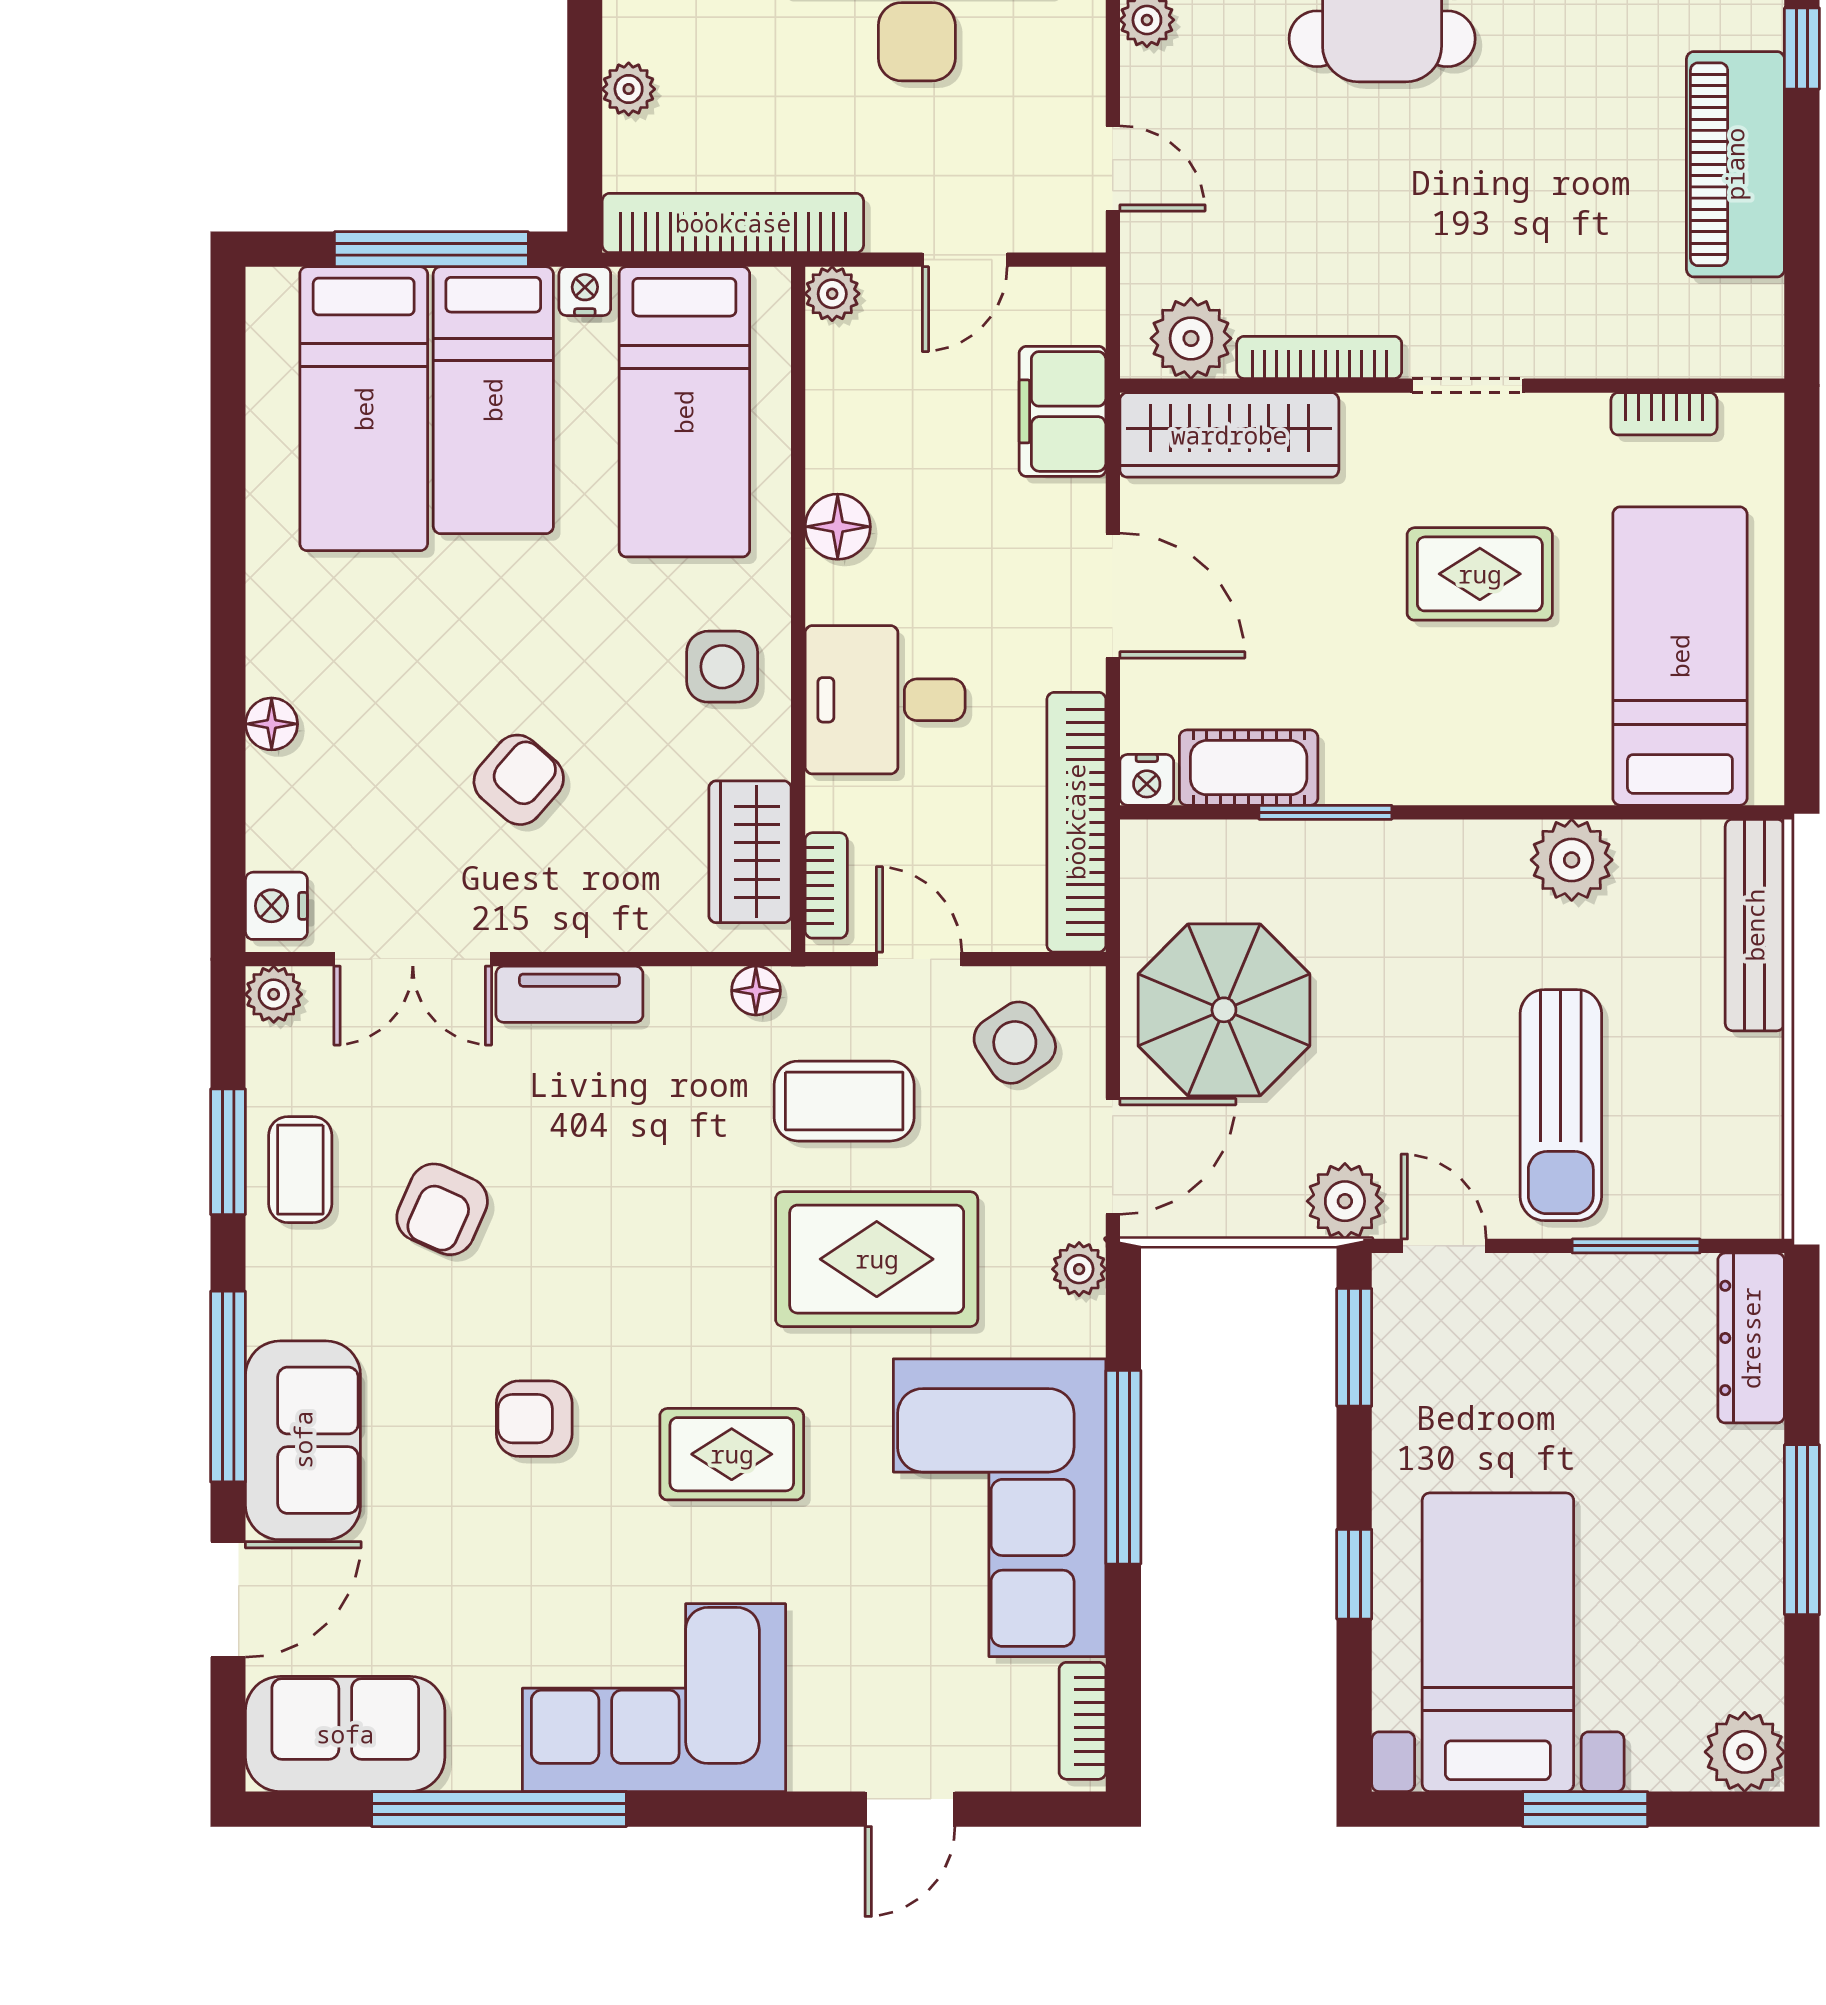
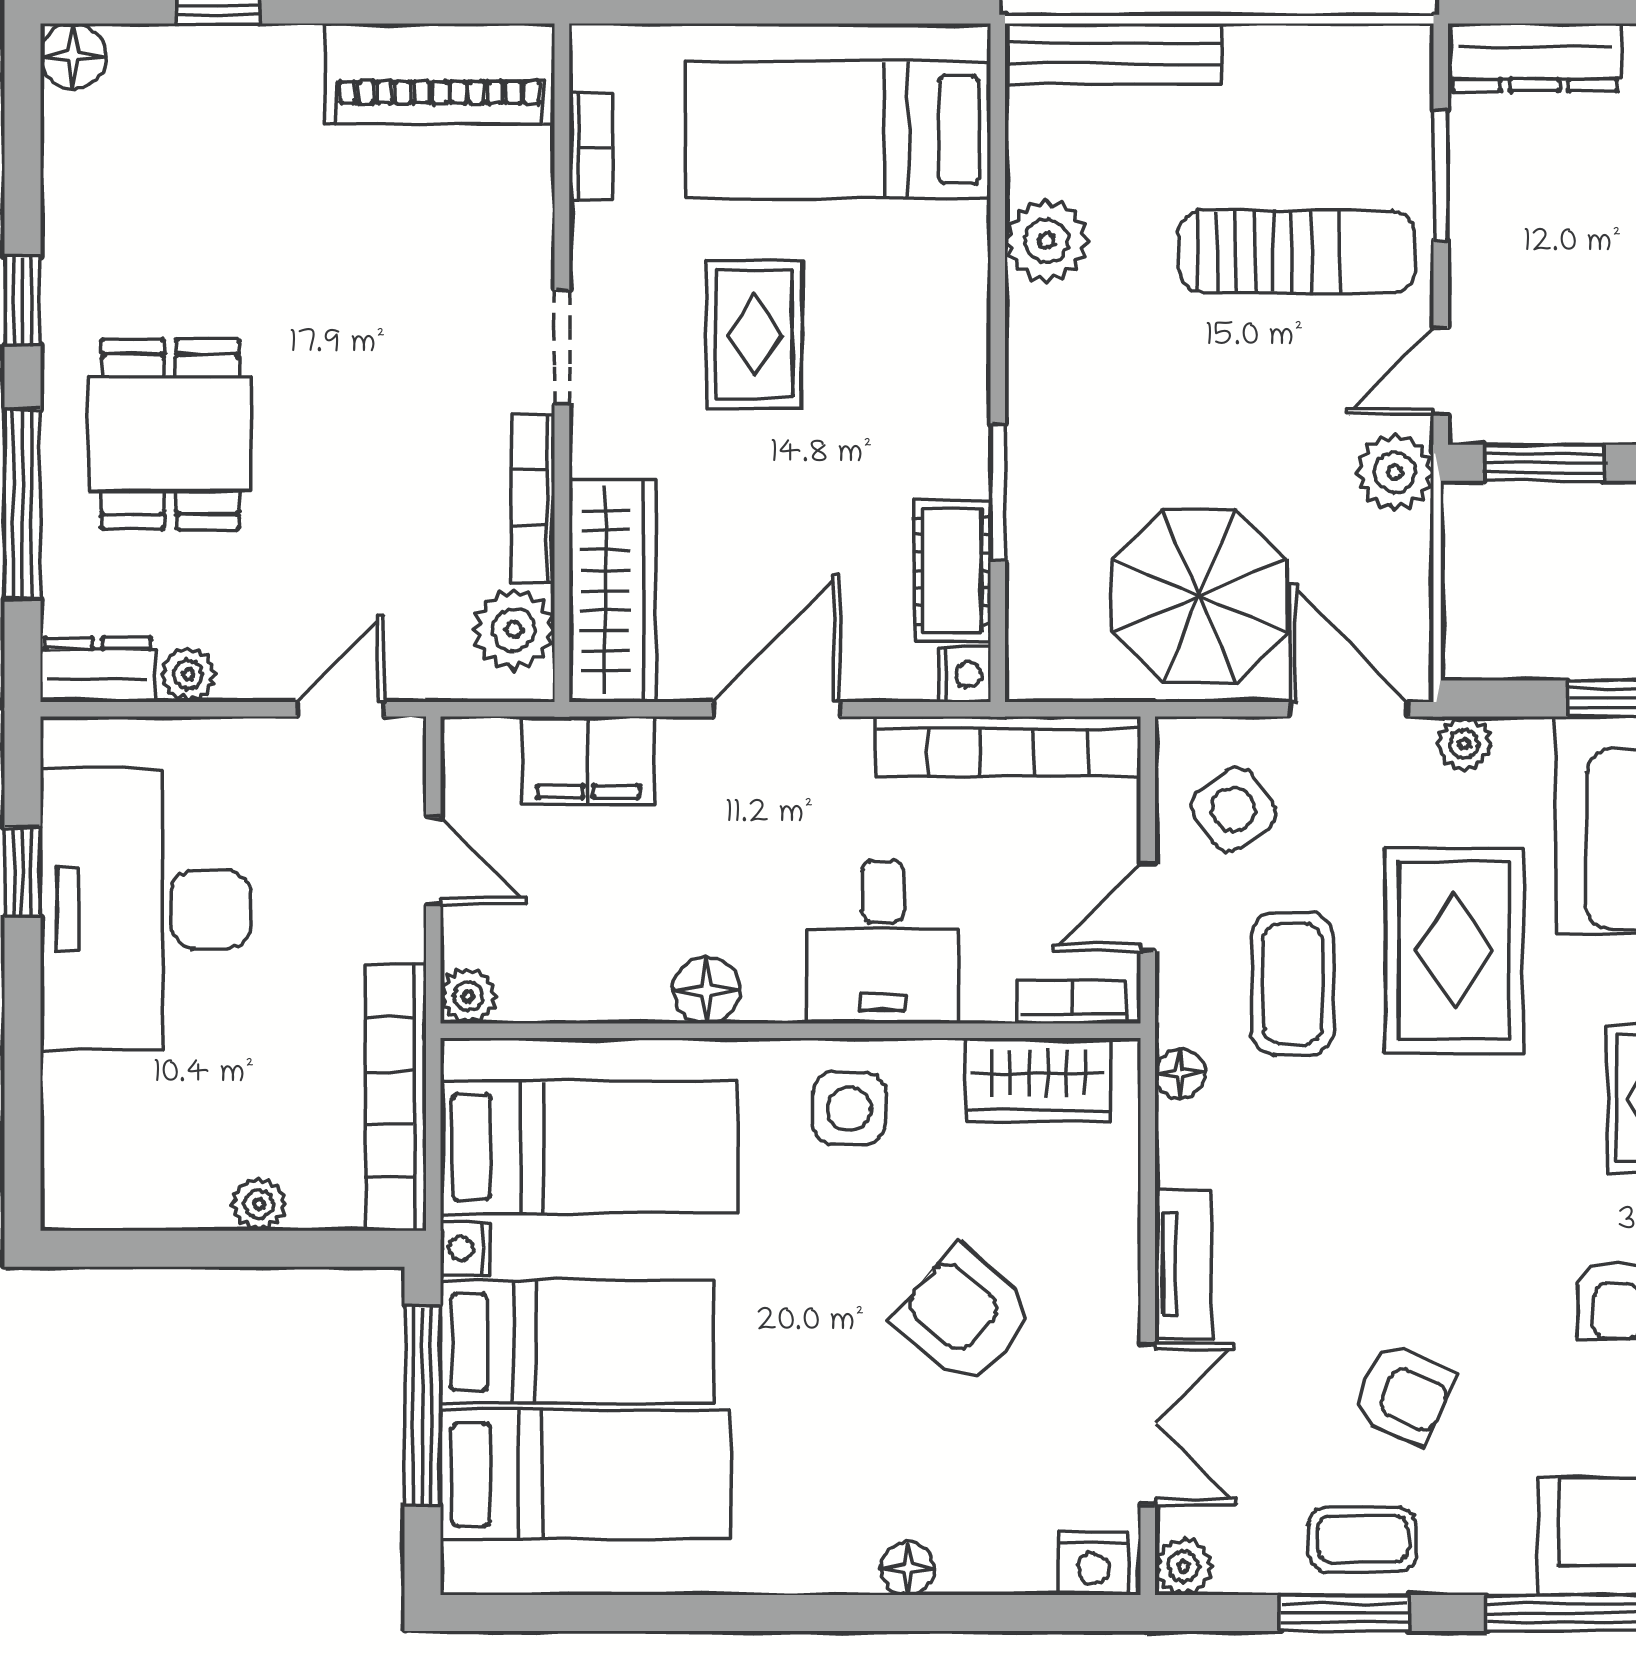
piano: (1735, 164) -> (440, 73), moved
armchair: (519, 780) -> (965, 1316), width x1.38, depth x1.38

